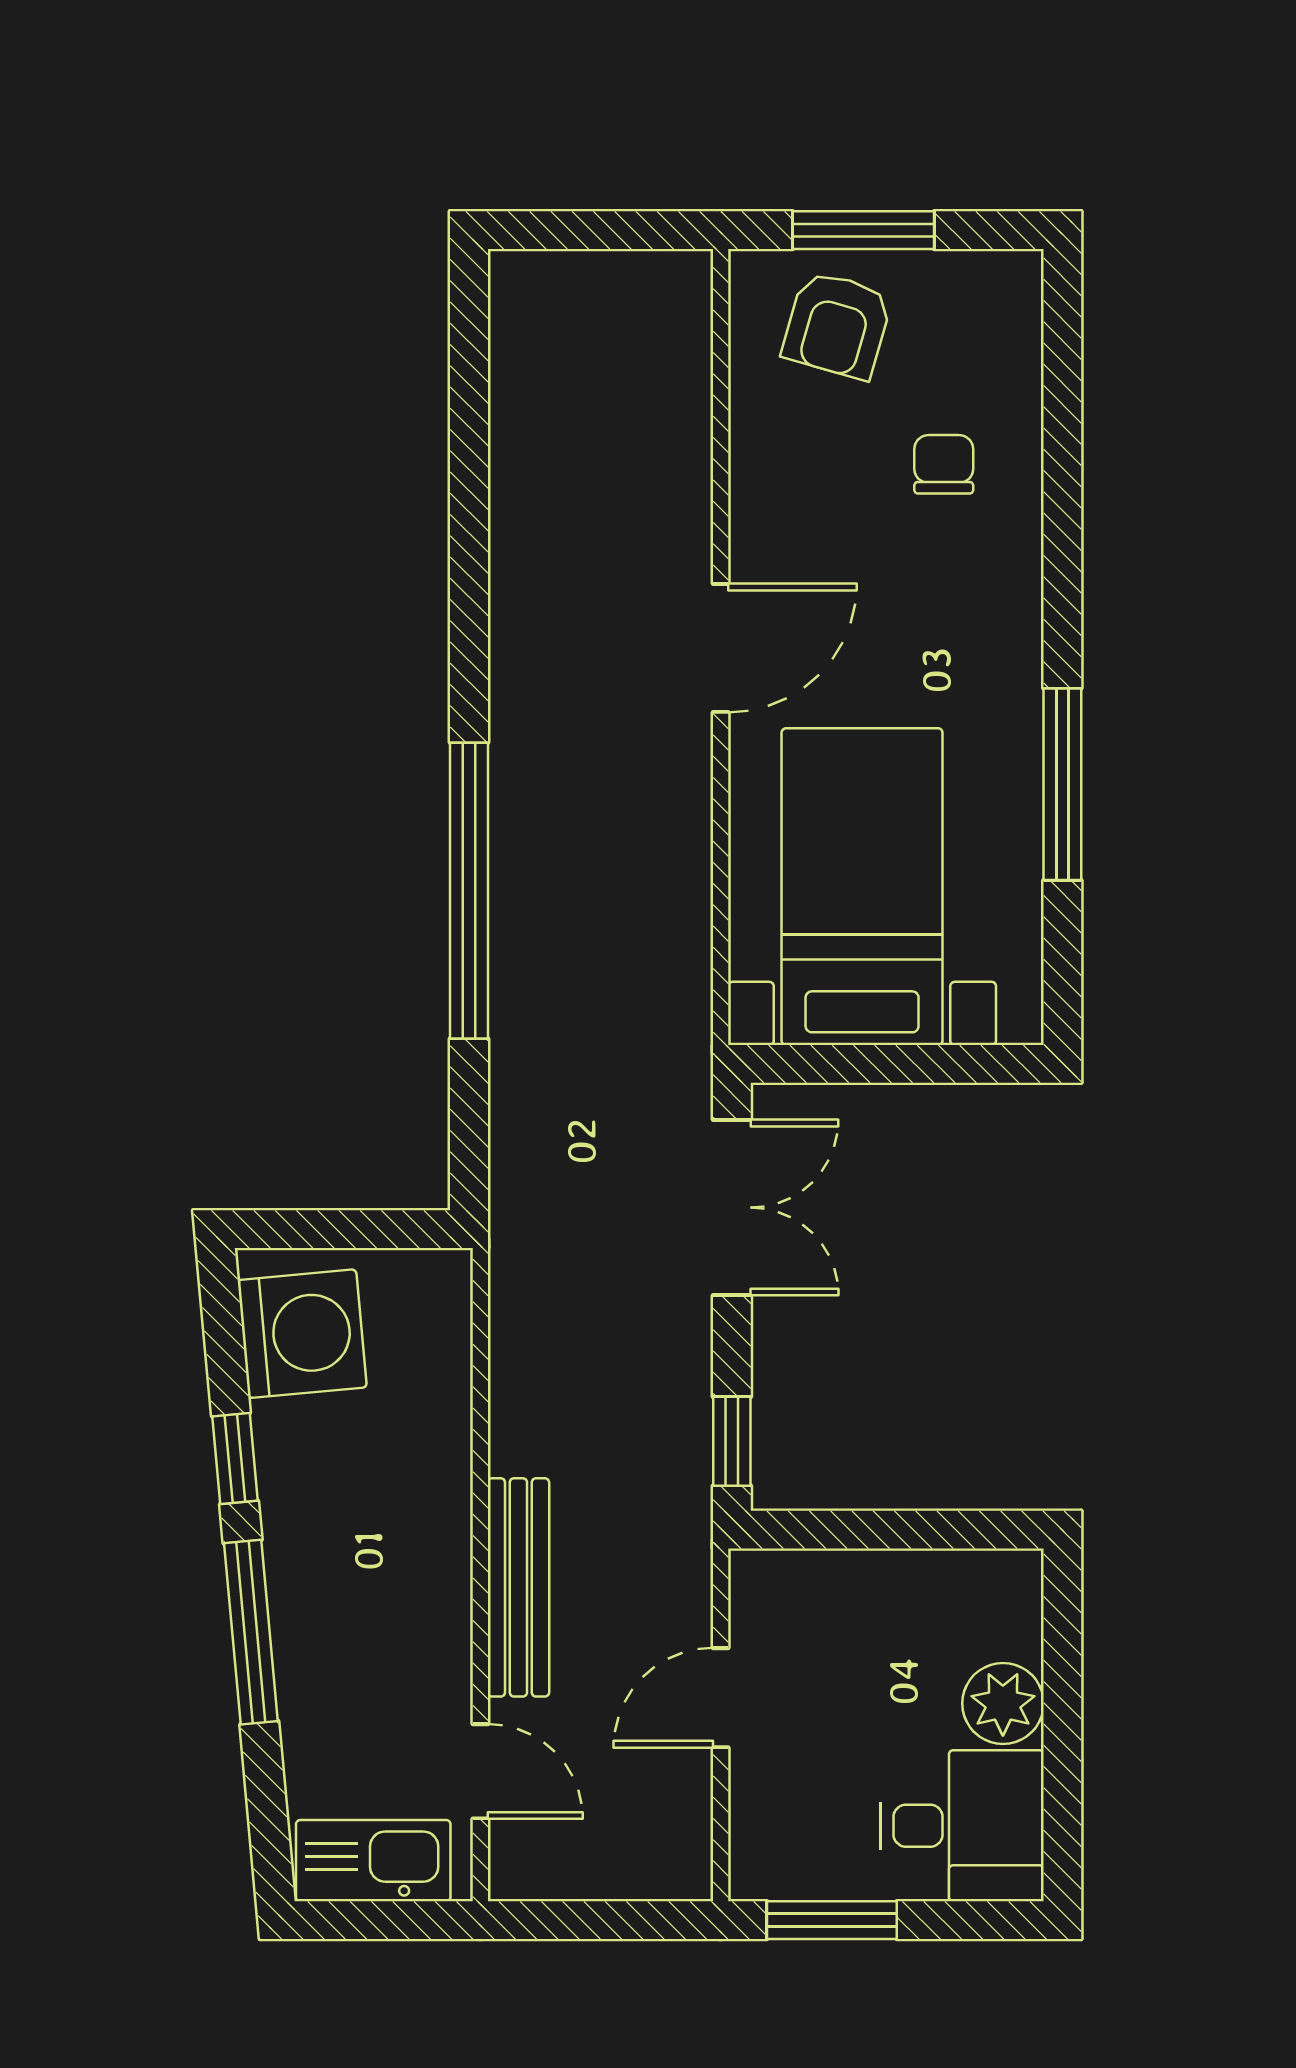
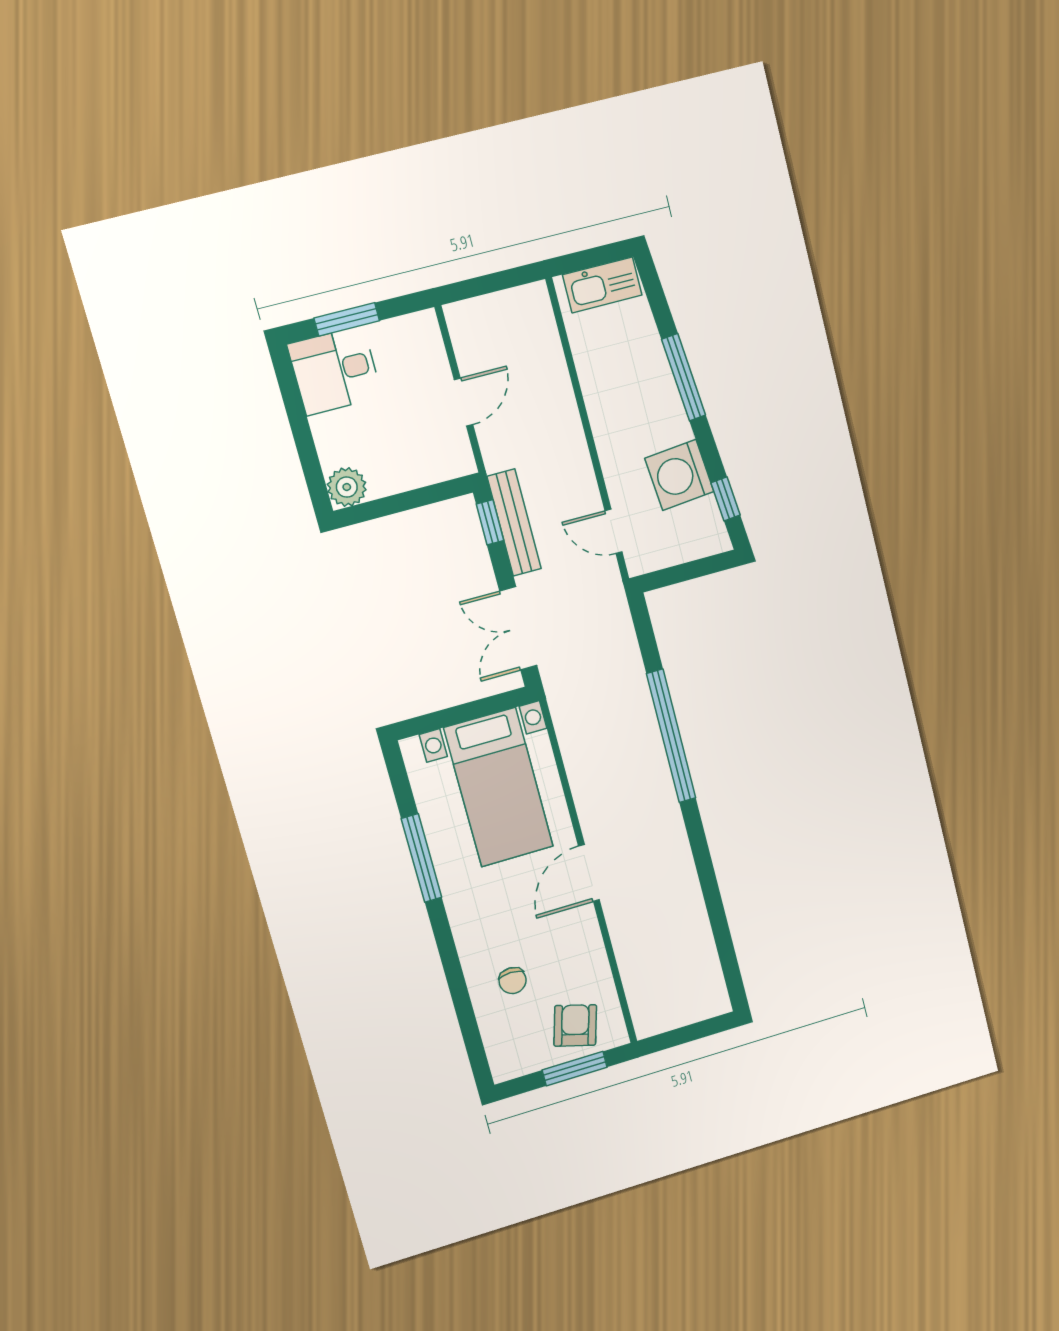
washing machine: (302, 1334) -> (679, 475), moved
window: (235, 1458) -> (725, 499), moved
bench: (518, 1587) -> (514, 523), moved
plant: (1003, 1703) -> (347, 487), moved
door: (480, 1771) -> (614, 531), moved
window: (832, 1920) -> (347, 319), moved

